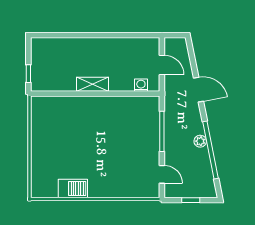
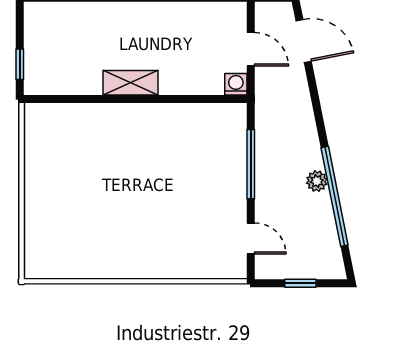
washing machine: (141, 85) -> (236, 84), moved
door: (198, 90) -> (304, 41), moved
barbecue: (73, 189) -> (96, 263), removed

